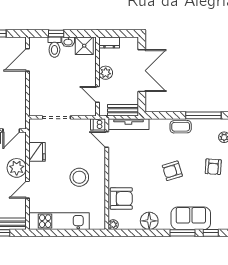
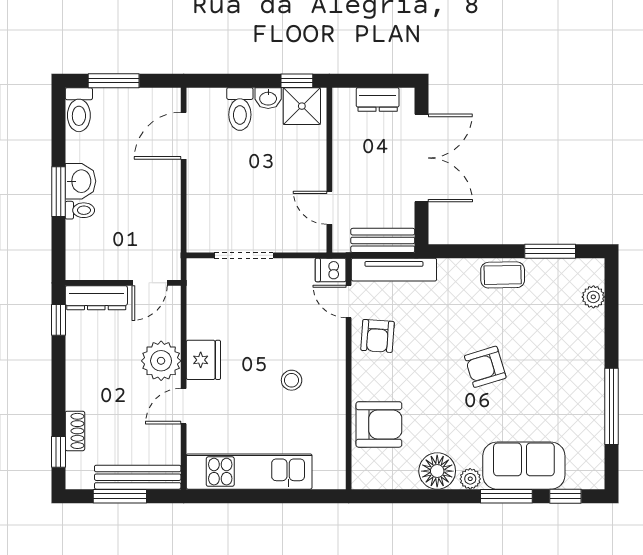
window: (56, 33) -> (297, 81), moved
dresser: (109, 43) -> (378, 99), moved
plant: (106, 73) -> (346, 162), removed
window: (203, 115) -> (550, 251), width x0.69
fridge: (37, 152) -> (203, 360), moved
armchair: (213, 167) -> (378, 336), moved
stool: (79, 177) -> (292, 380), width x0.53, depth x0.53
plant: (113, 225) -> (470, 479), moved

